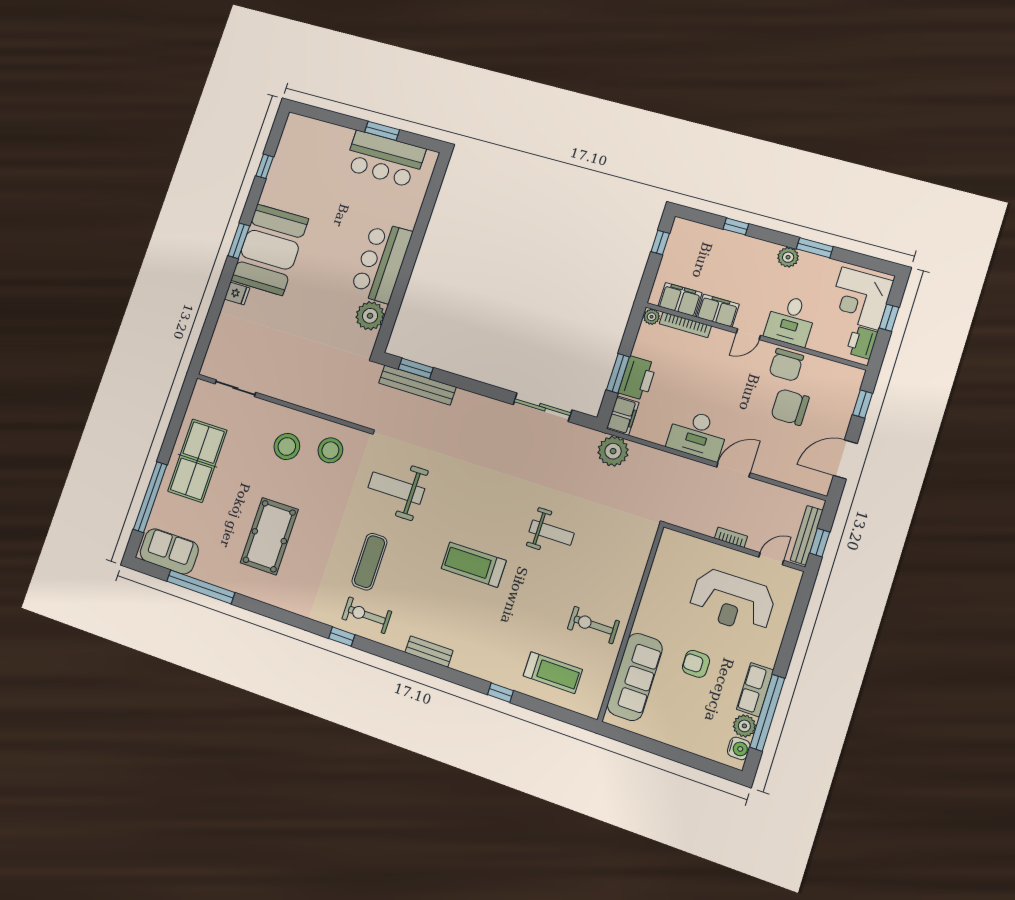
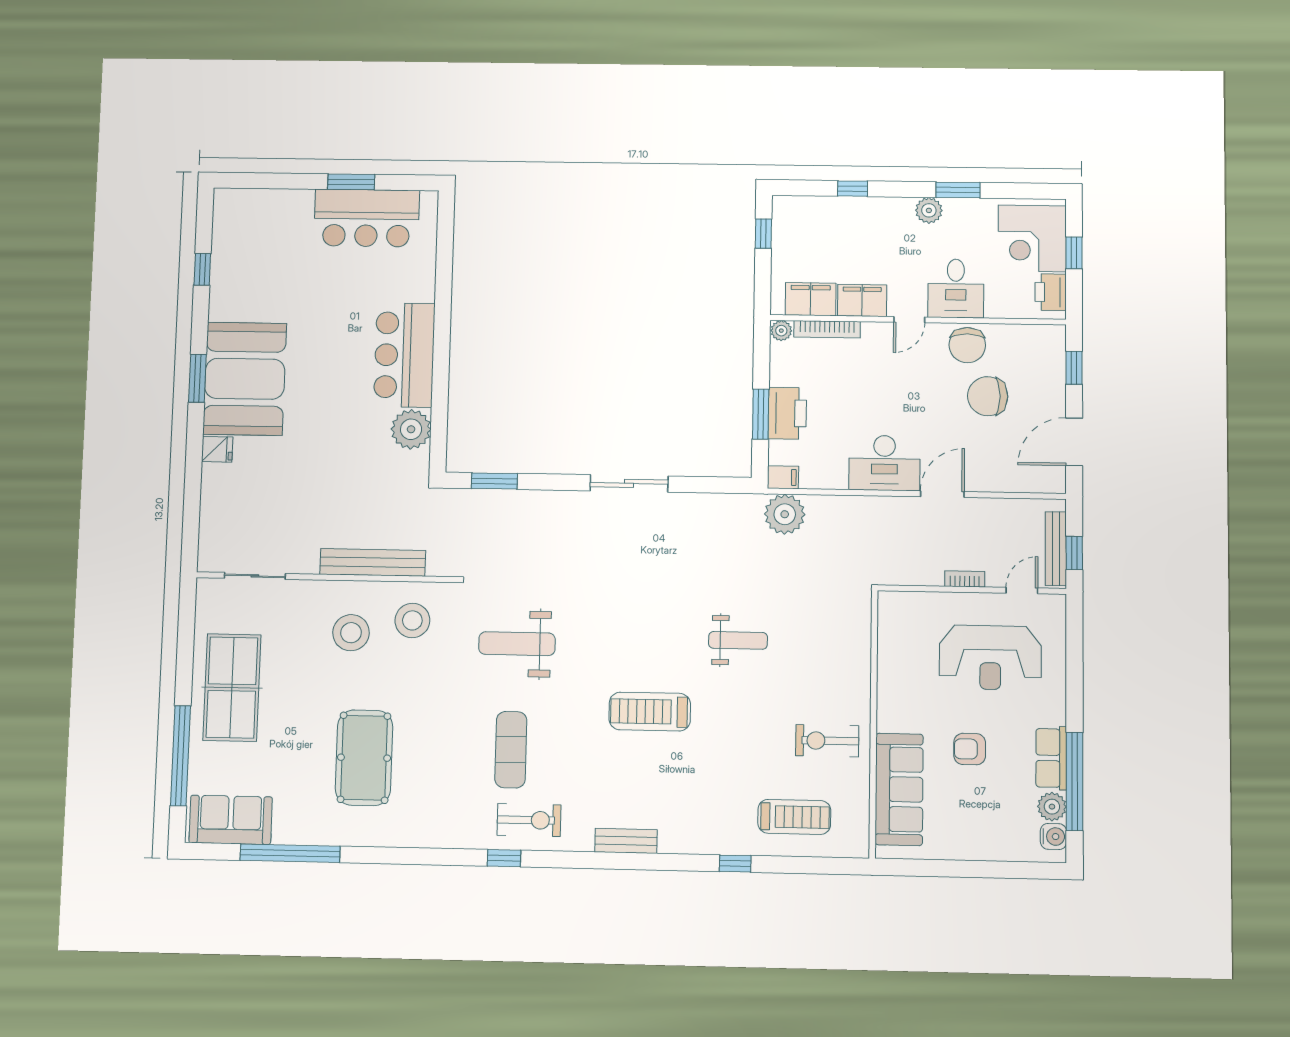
bench: (417, 385) -> (373, 562), moved
sliding door: (542, 407) -> (629, 483), moved
filing cabinet: (623, 416) -> (783, 477), width x0.50
exercise bike: (367, 615) -> (529, 820), turned 180

